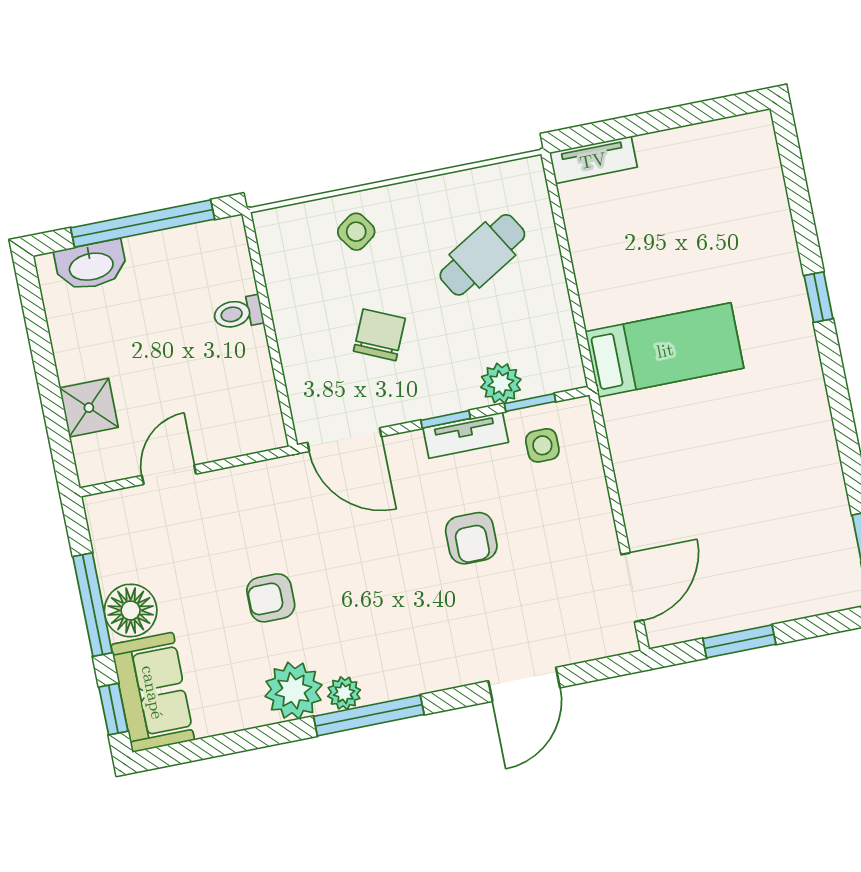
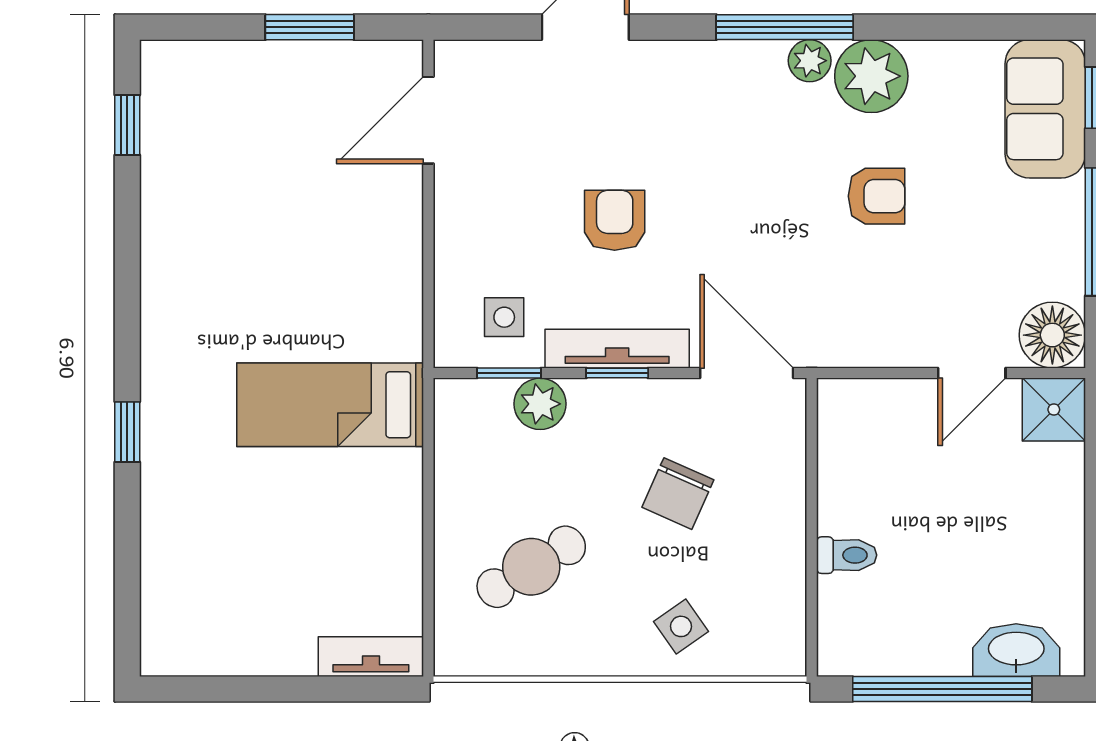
shower: (89, 408) -> (1054, 410), moved
tv unit: (466, 435) -> (617, 349), width x1.41
floor lamp: (131, 610) -> (1052, 335), moved

